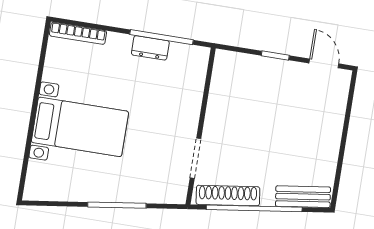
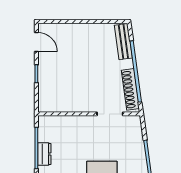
door: (324, 63) -> (36, 42), swing flipped

